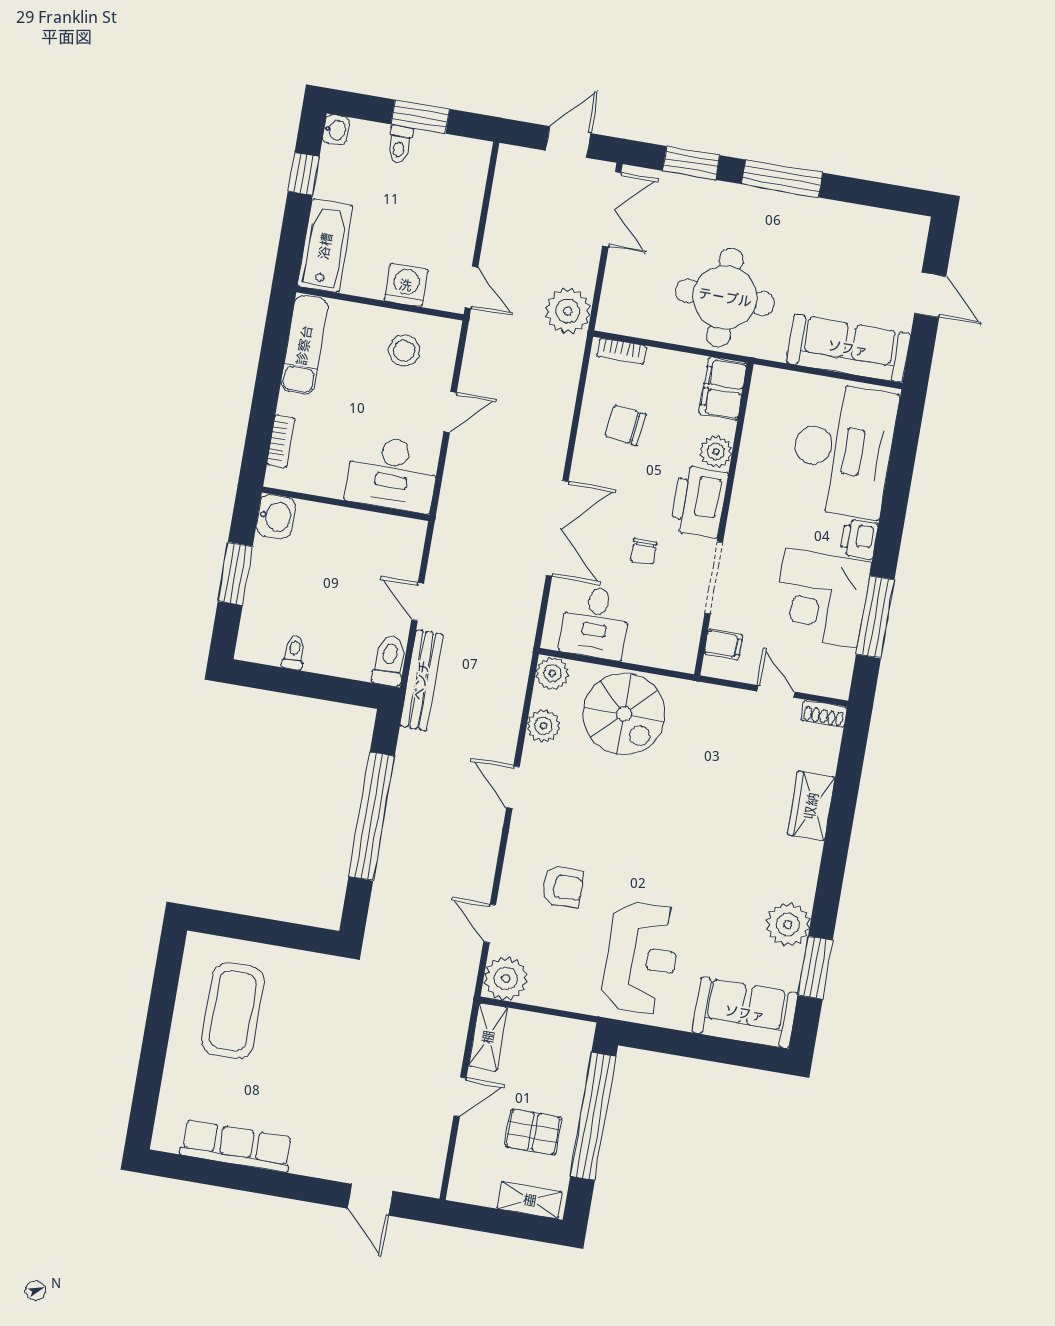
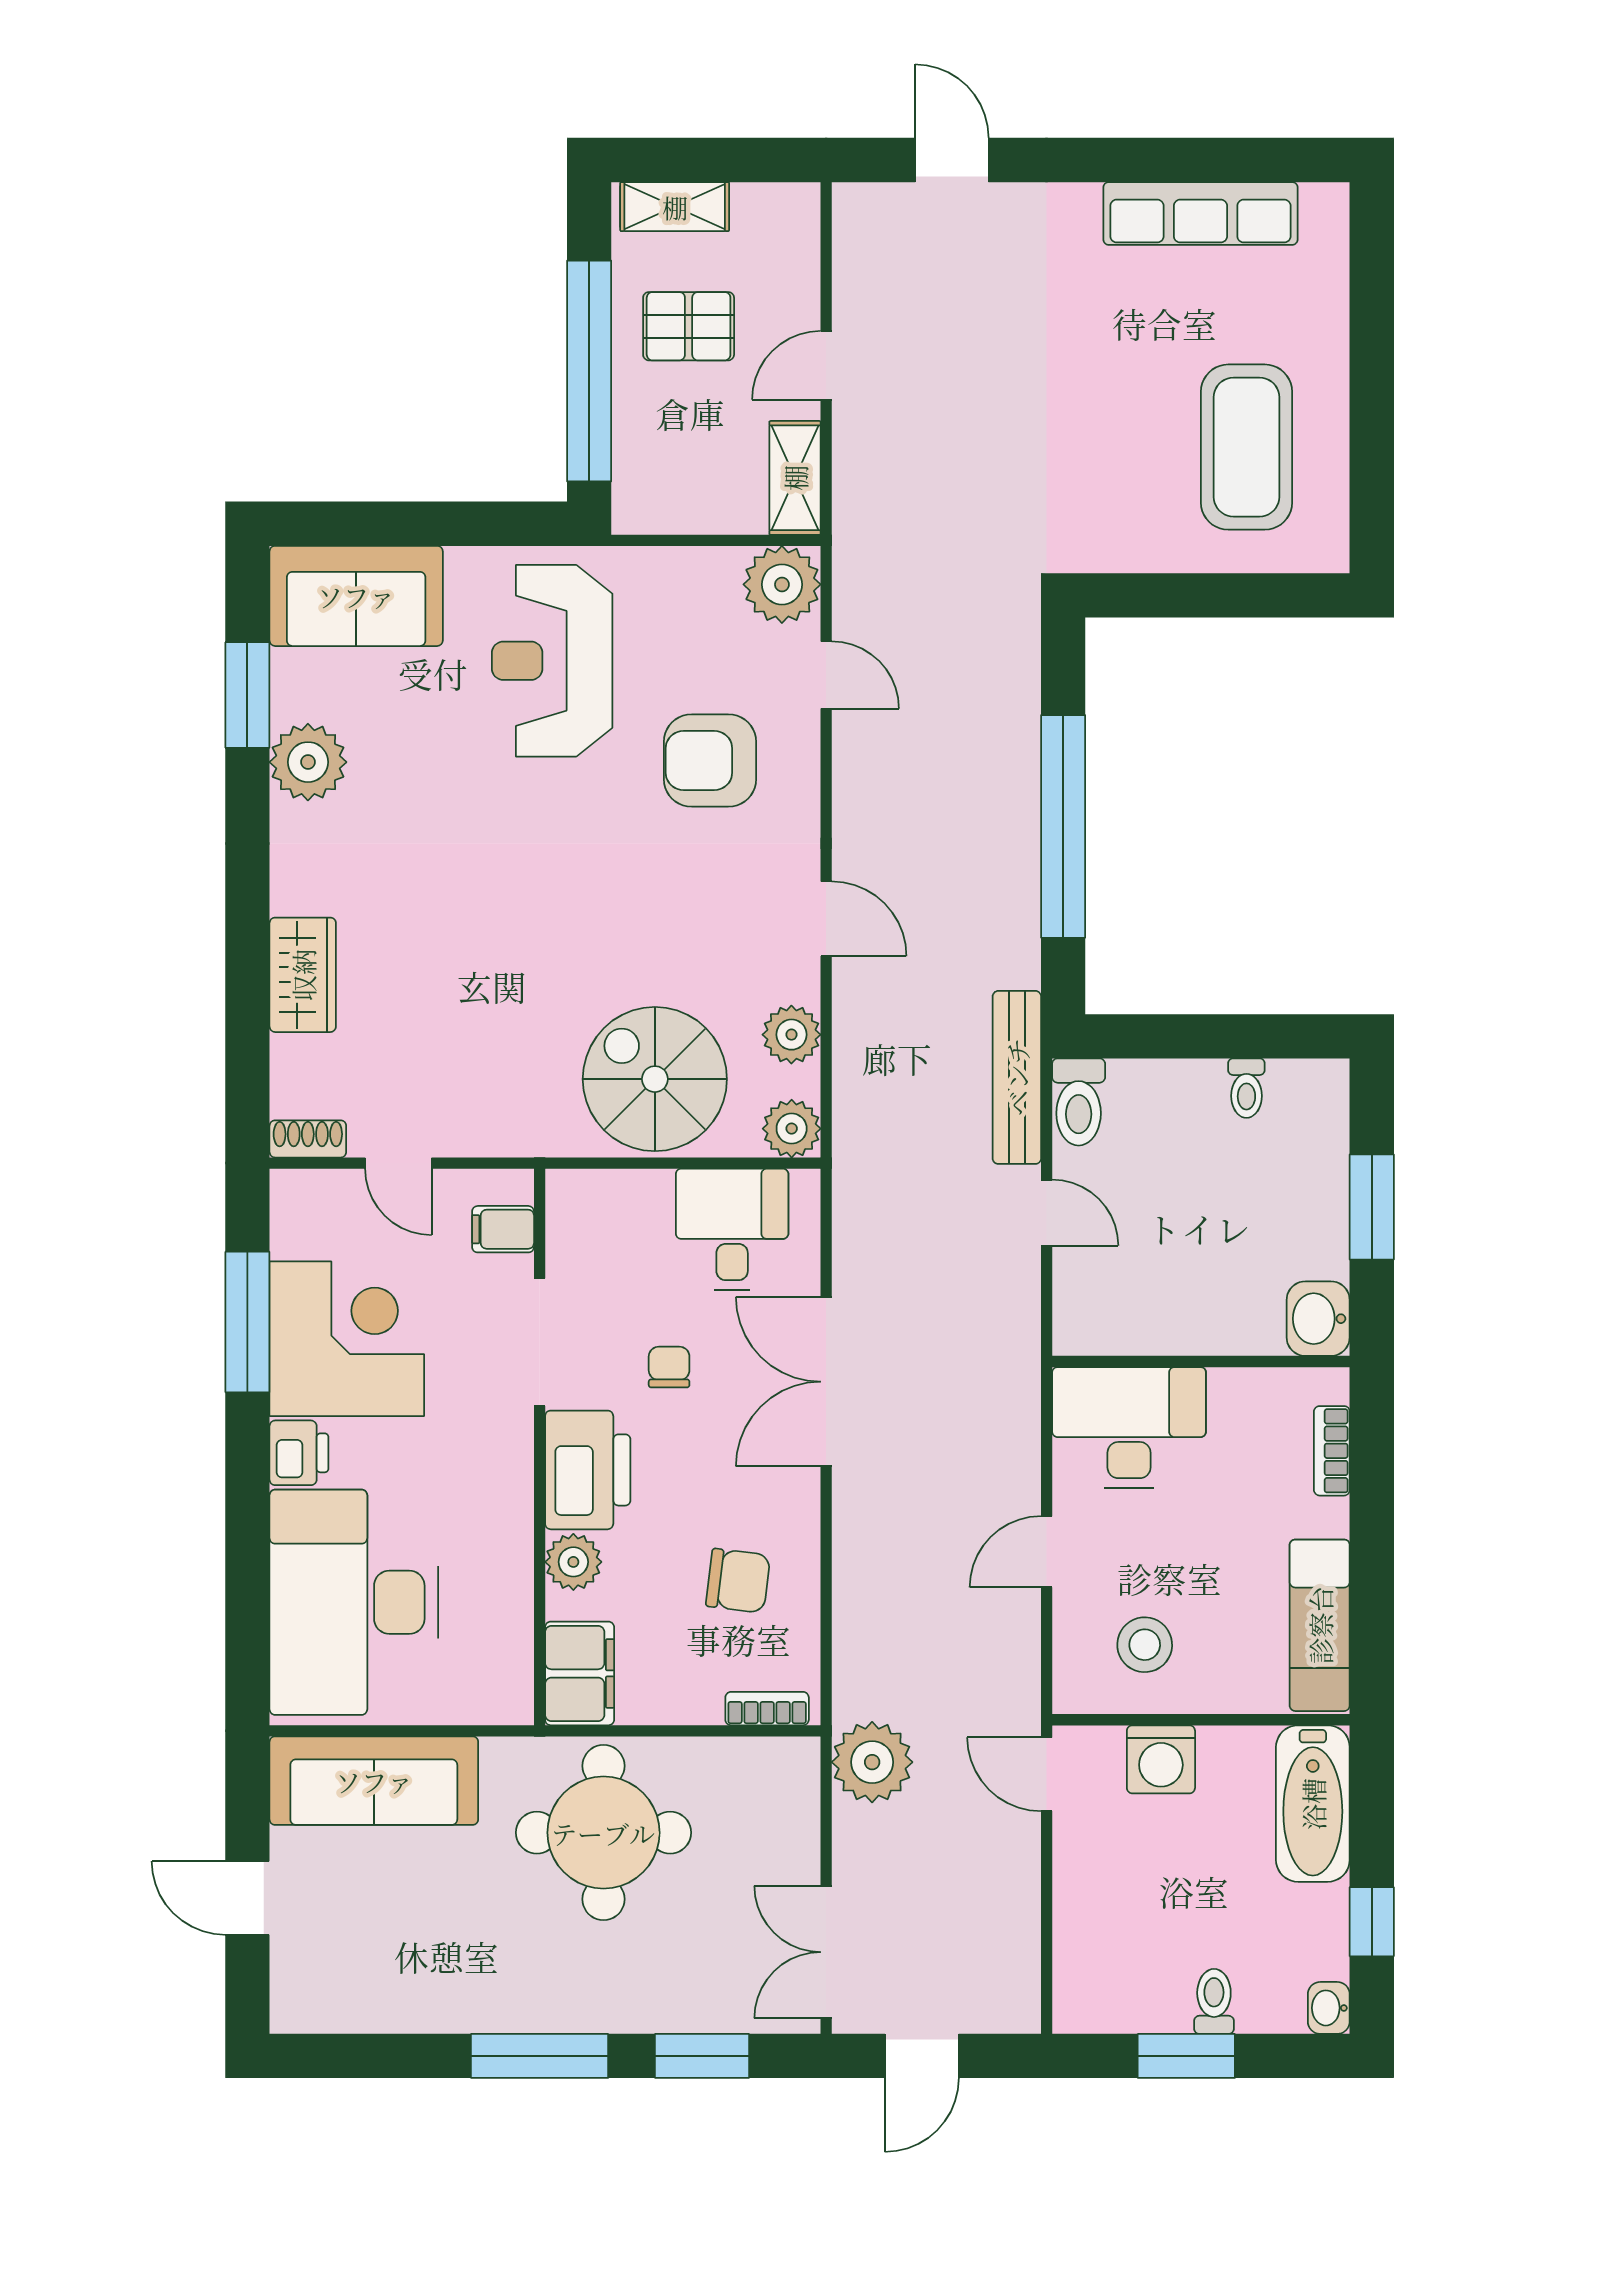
armchair: (563, 887) -> (710, 761), width x1.38, depth x1.38

